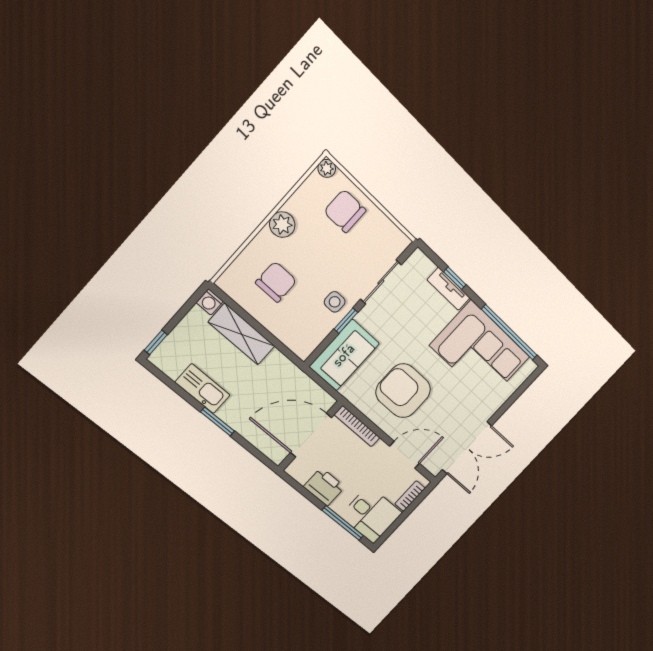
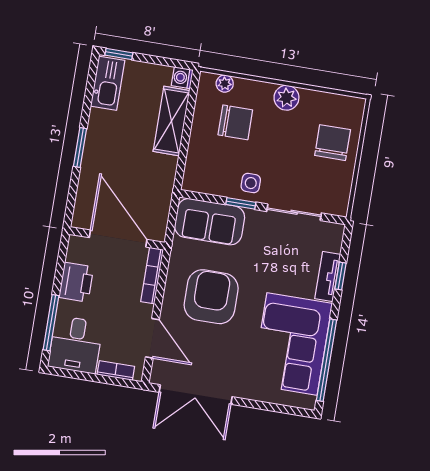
plant: (327, 168) -> (225, 84), moved
kitchen sink: (203, 389) -> (108, 83), moved

